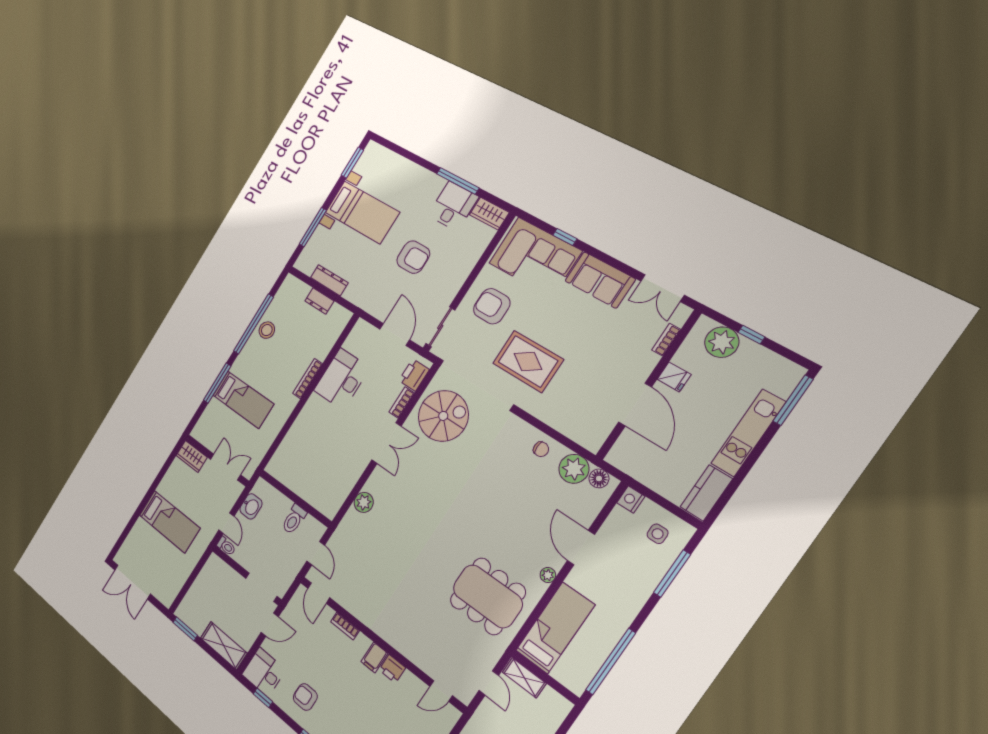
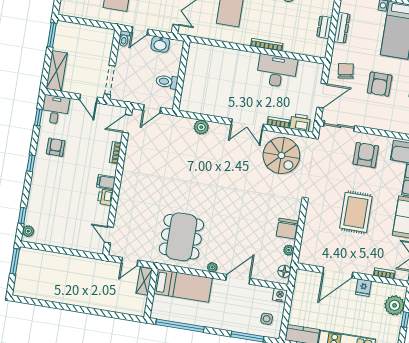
chair: (379, 294) -> (346, 71), added
rug: (528, 361) -> (356, 212), moved
chair: (541, 449) -> (287, 229), width x1.87, depth x1.87
plant: (574, 469) -> (289, 250), width x0.53, depth x0.53

